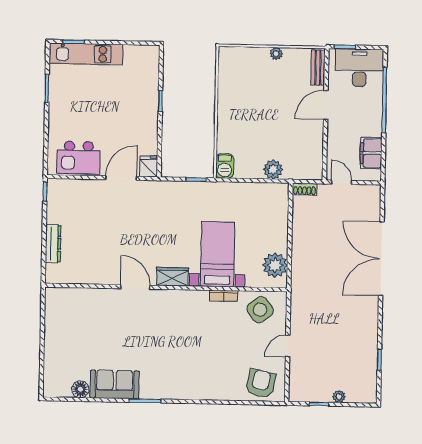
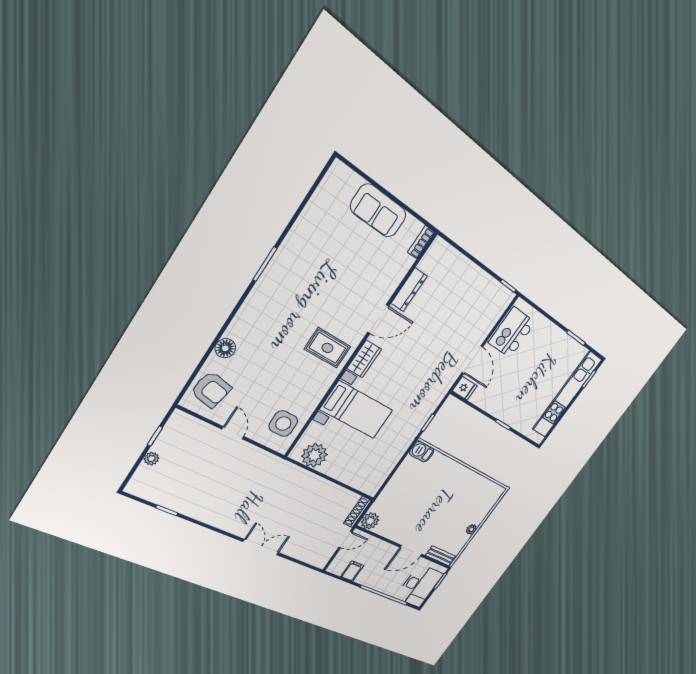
kitchen unit: (86, 54) -> (567, 394), width x1.36
door: (326, 105) -> (411, 551), swing flipped
filing cabinet: (371, 153) -> (352, 571), width x0.50
plant: (273, 170) -> (370, 521), moved
shoe rack: (304, 189) -> (357, 512), width x1.43
dresser: (53, 244) -> (409, 290), moved, turned -90
double door: (381, 259) -> (261, 547), width x0.54
bookcase: (224, 296) -> (421, 242), moved
side table: (260, 310) -> (283, 424), turned 37
rug: (180, 313) -> (327, 348), added
sofa: (115, 384) -> (378, 211), moved, turned 90
floor lamp: (80, 389) -> (225, 348), moved

